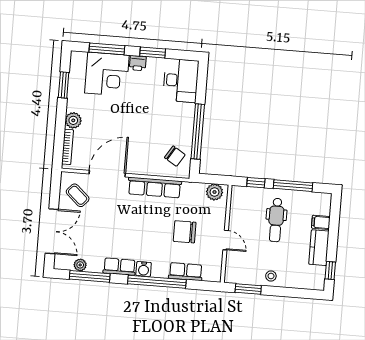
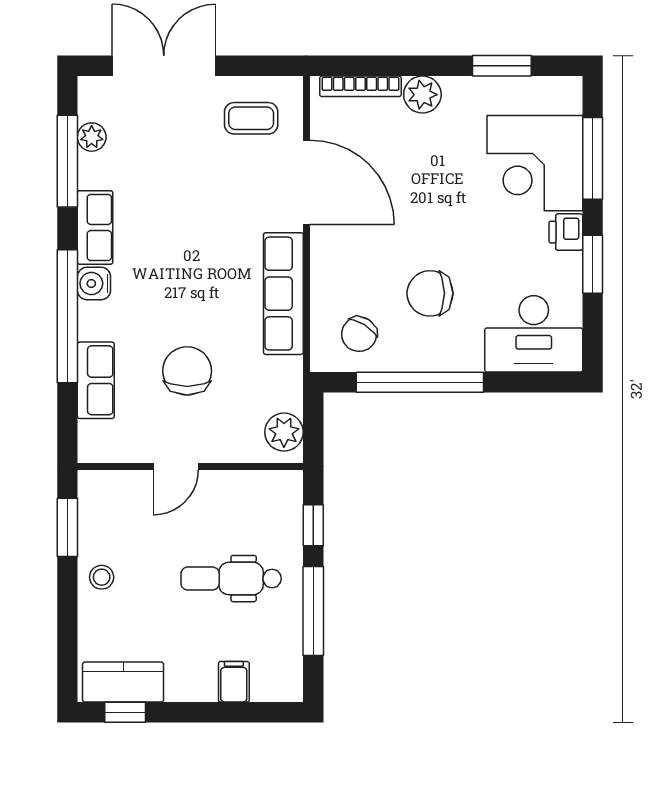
chair: (160, 124) -> (430, 293), added
coffee table: (78, 195) -> (251, 118), turned 48
double door: (52, 231) -> (164, 66), swing flipped
kitchen counter: (319, 248) -> (123, 682), moved

